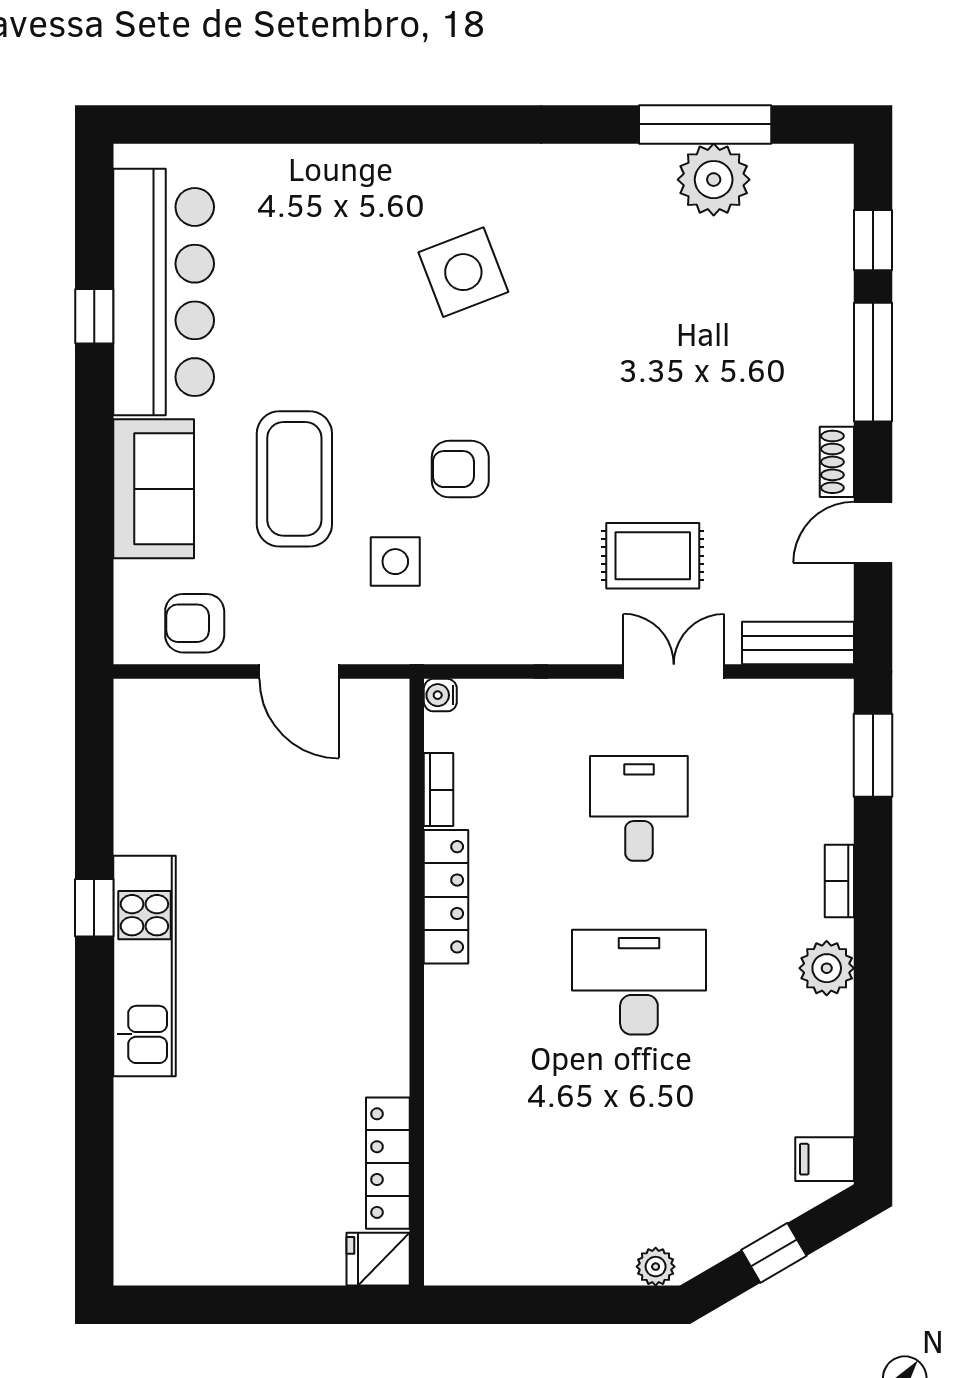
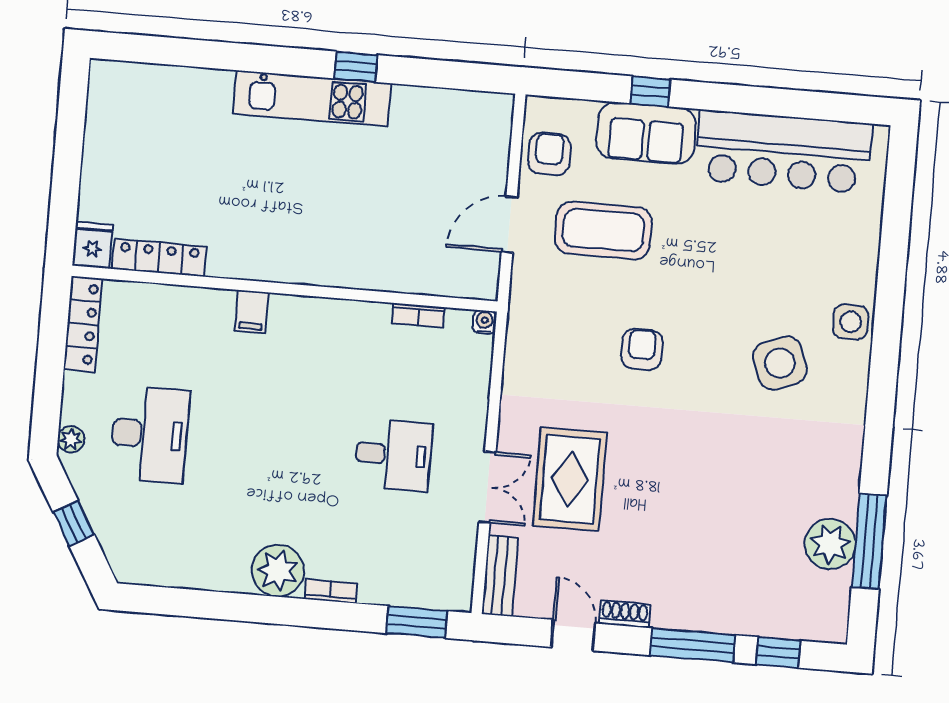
window: (94, 316) -> (650, 91), moved
coffee table: (294, 479) -> (603, 230), moved
rug: (653, 556) -> (570, 479), width x1.36, depth x1.43
side table: (395, 562) -> (851, 322), moved
locker: (446, 897) -> (83, 324), moved, turned -90
plant: (827, 968) -> (278, 571), width x1.36, depth x1.36
desk: (639, 982) -> (150, 434), moved
filing cabinet: (825, 1159) -> (252, 312), moved, turned 180

